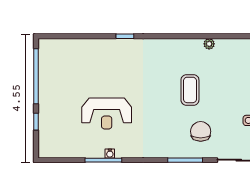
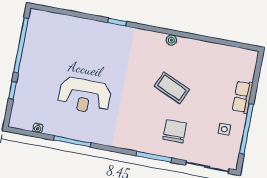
plant: (209, 44) -> (171, 40), moved
coffee table: (190, 90) -> (172, 88), turned -66
water cooler: (110, 153) -> (38, 128), moved

